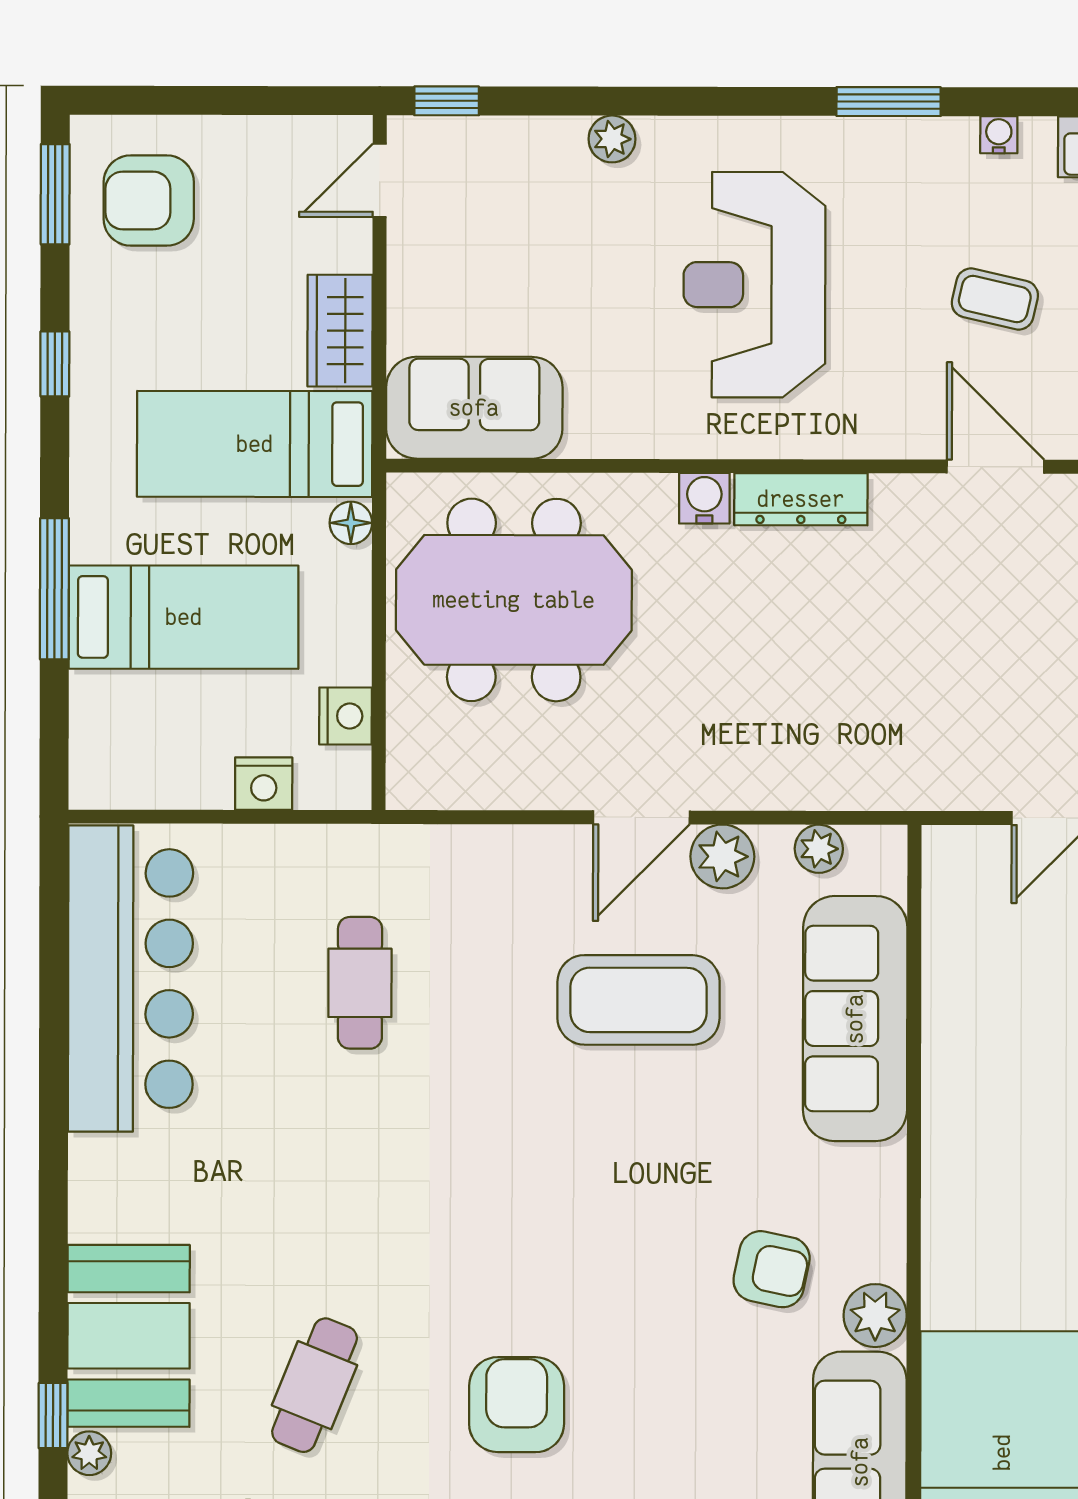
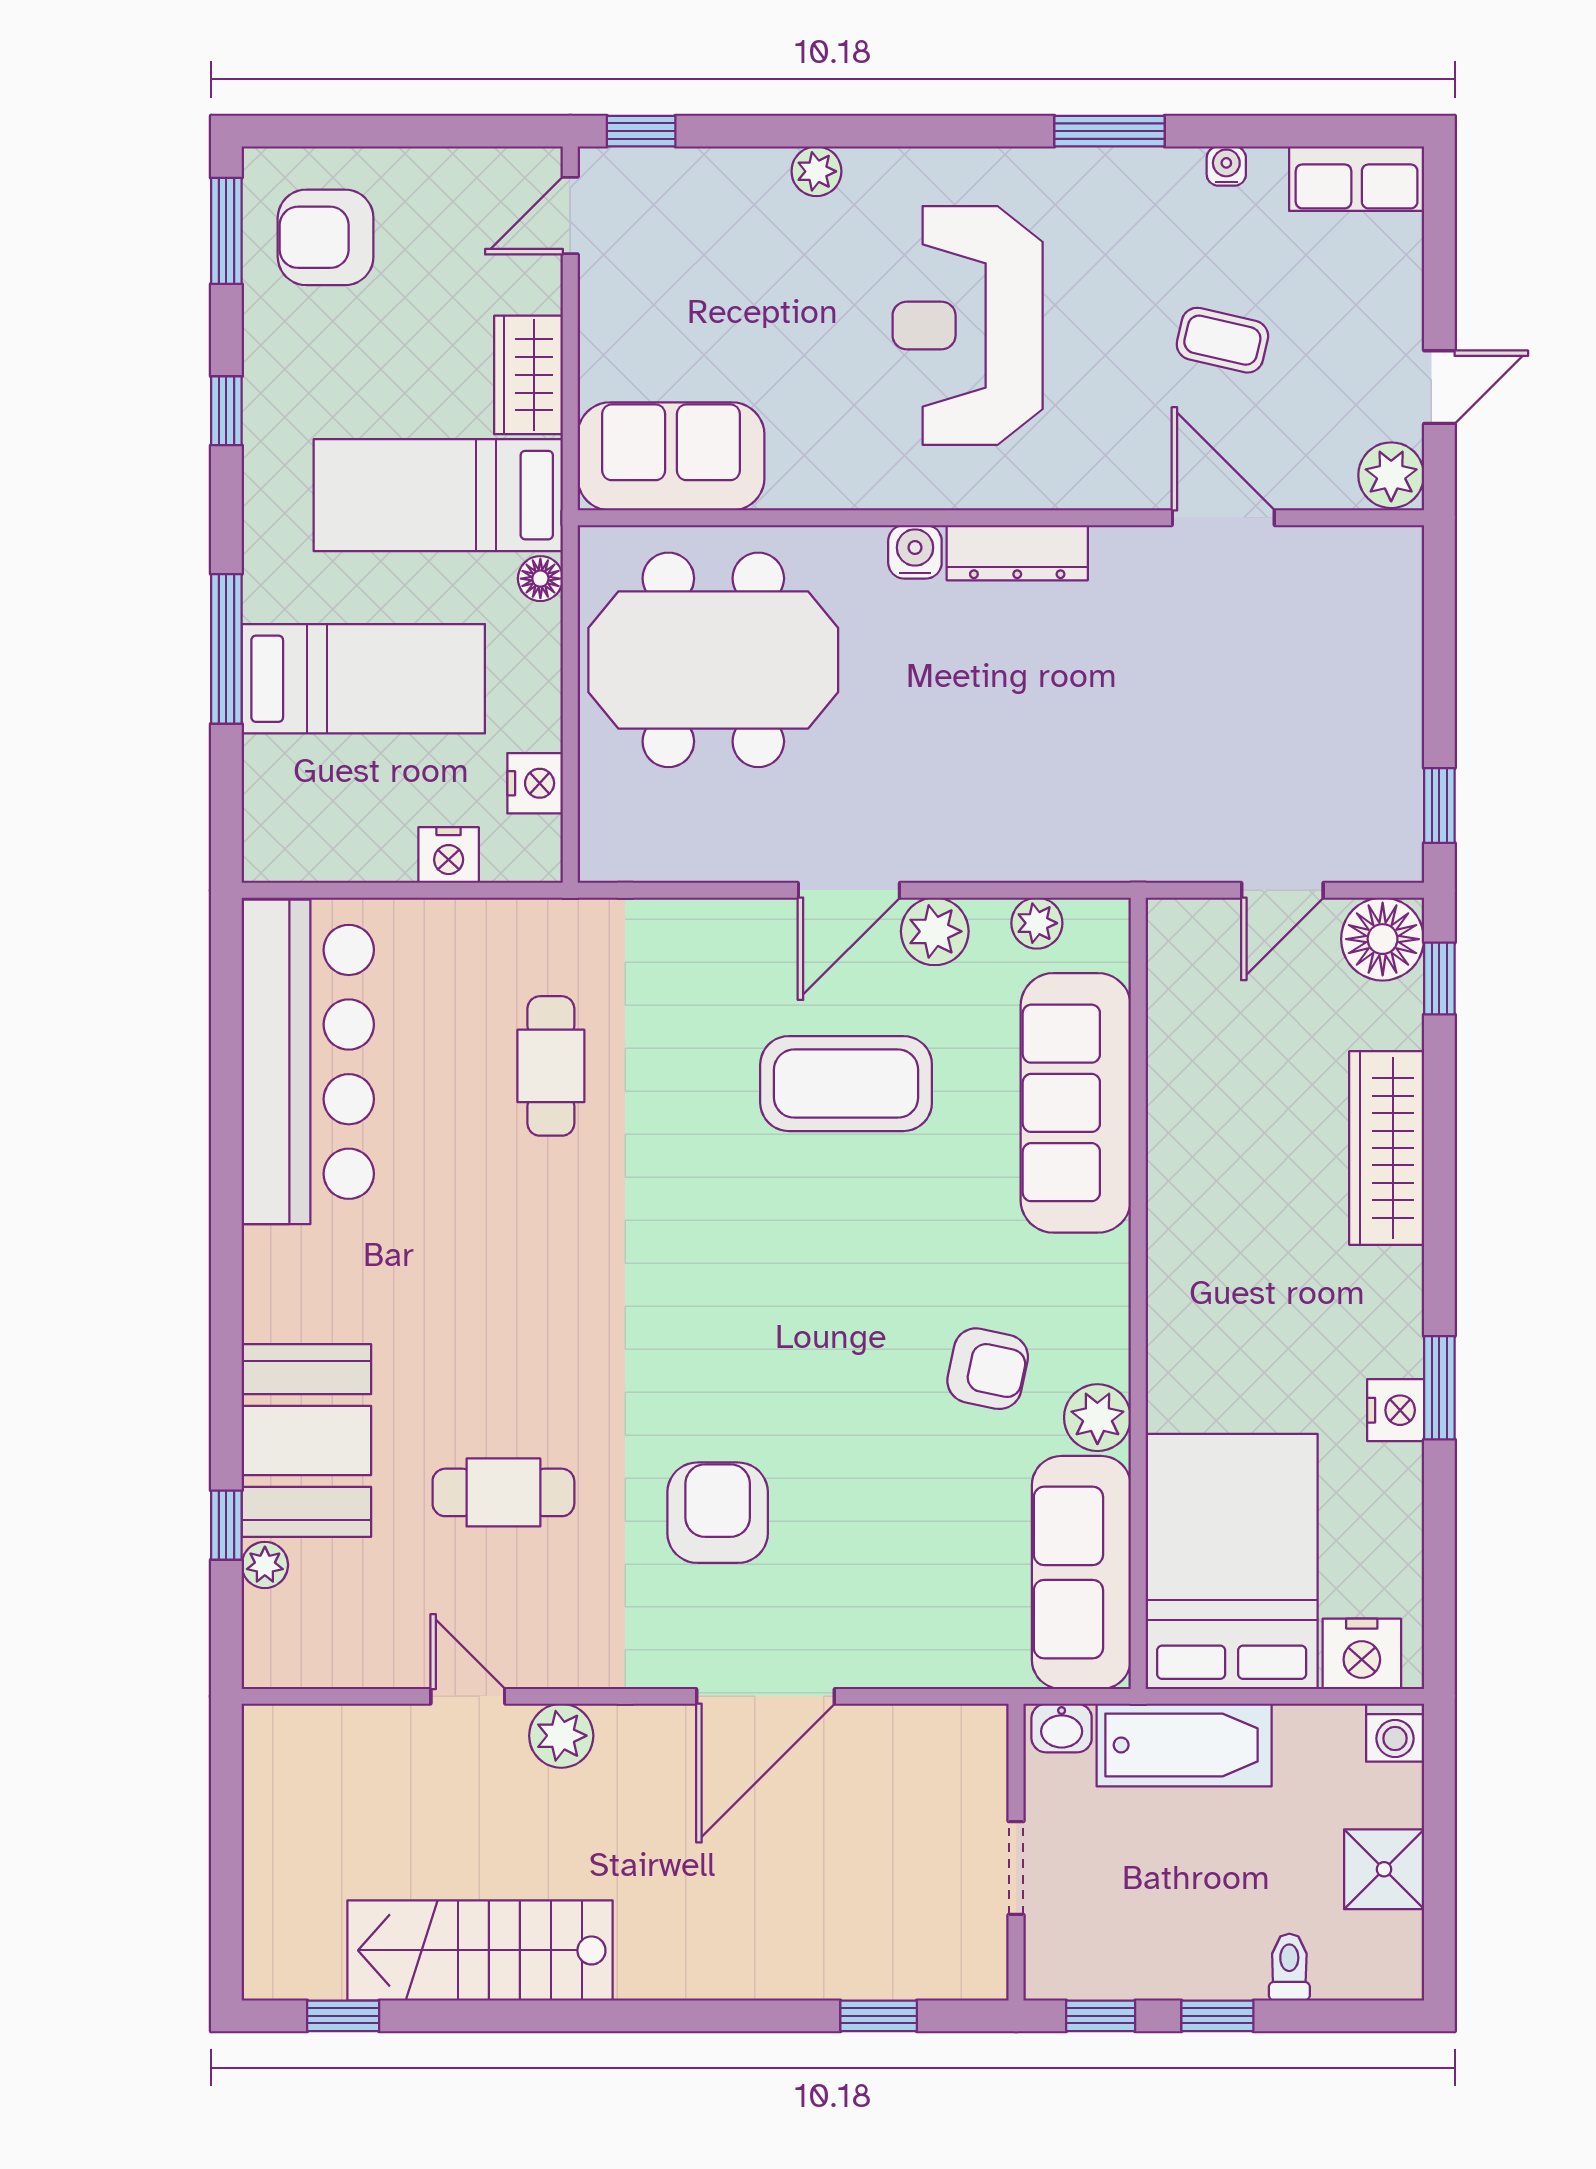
cafe table: (315, 1385) -> (503, 1492), turned 68

